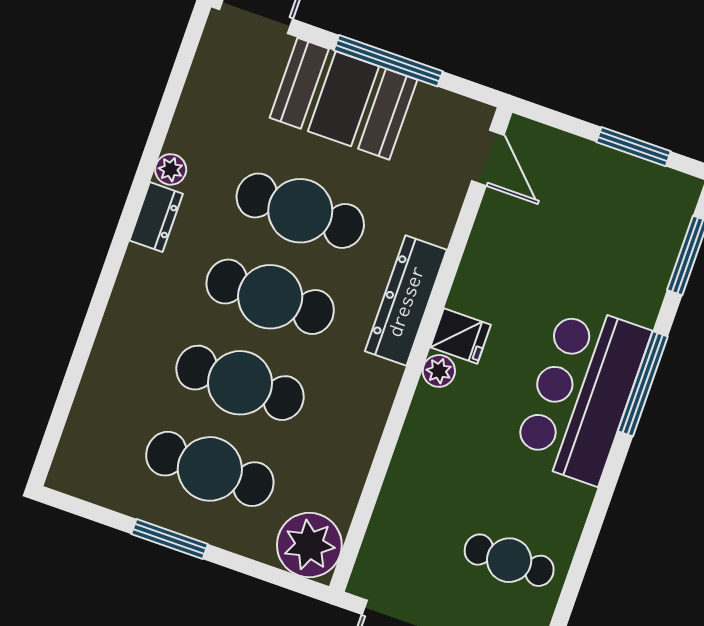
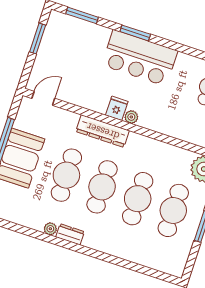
window: (643, 384) -> (135, 33), width x0.69

